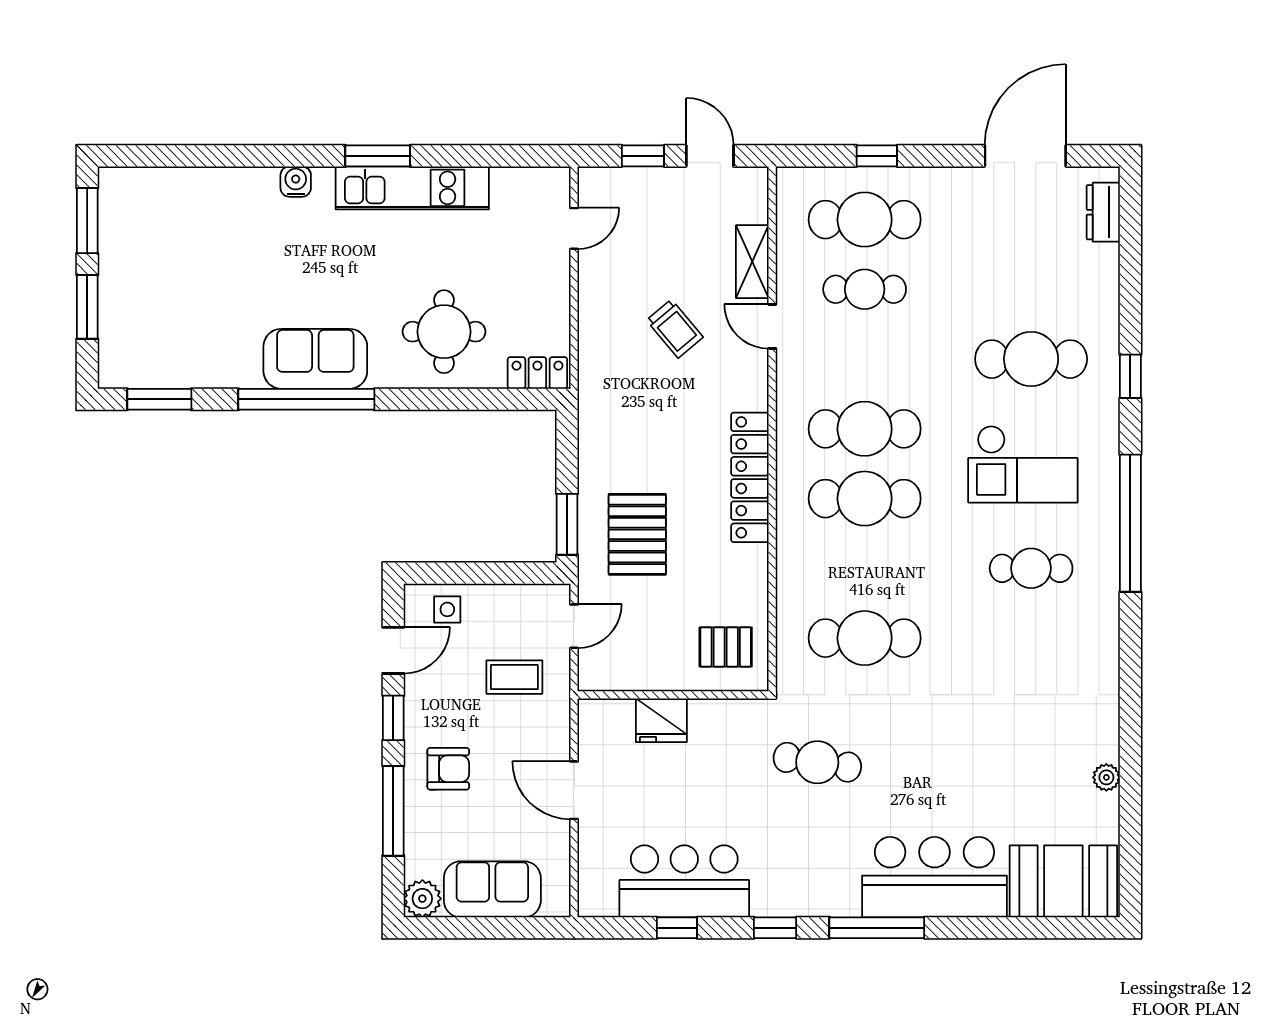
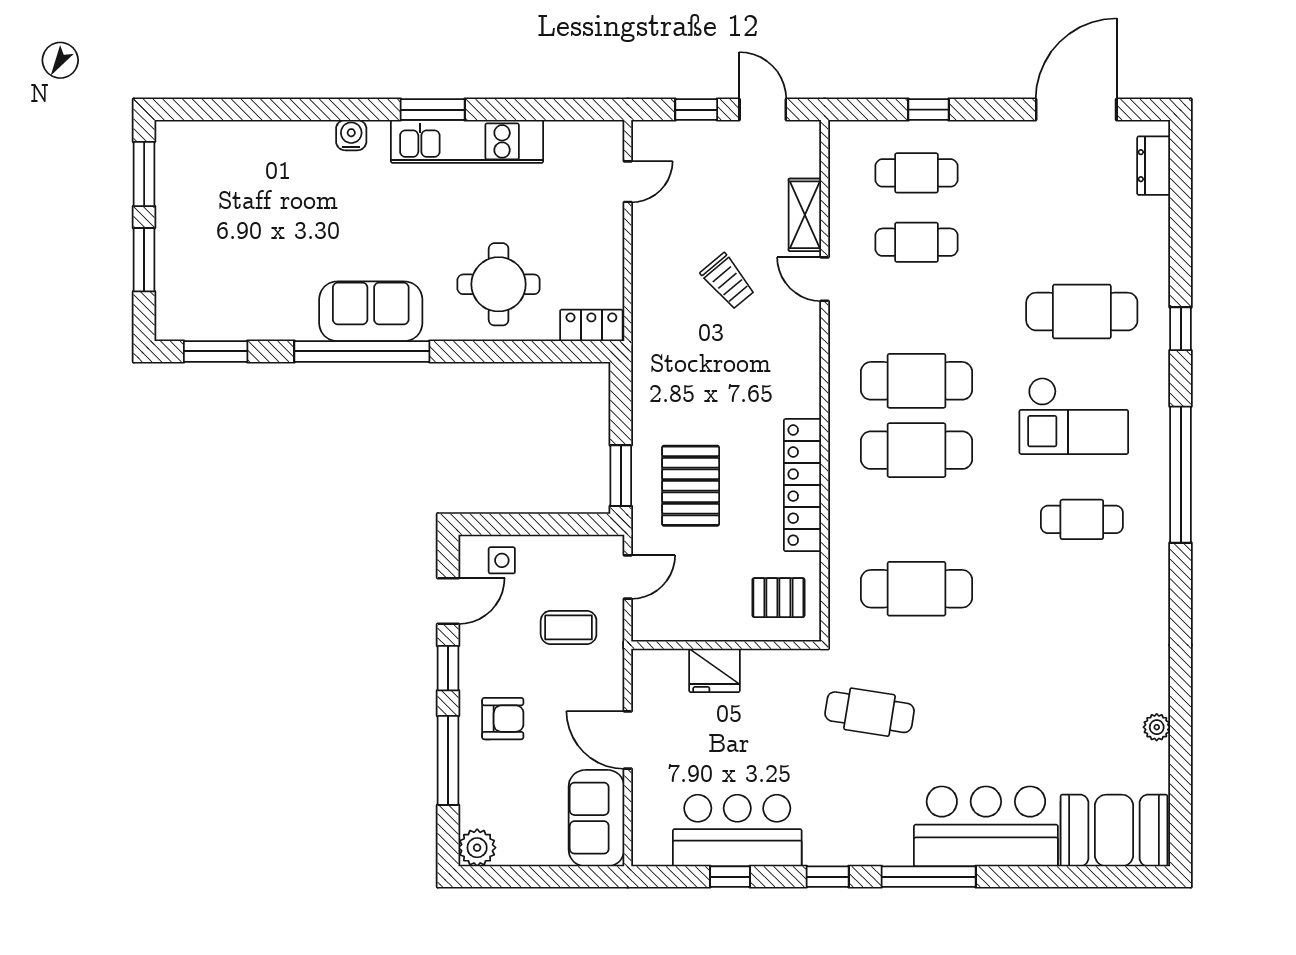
cafe table: (865, 220) -> (916, 173), width x0.73, depth x0.74
locker: (750, 477) -> (803, 485), moved
sofa: (492, 889) -> (596, 818), moved, turned -90

